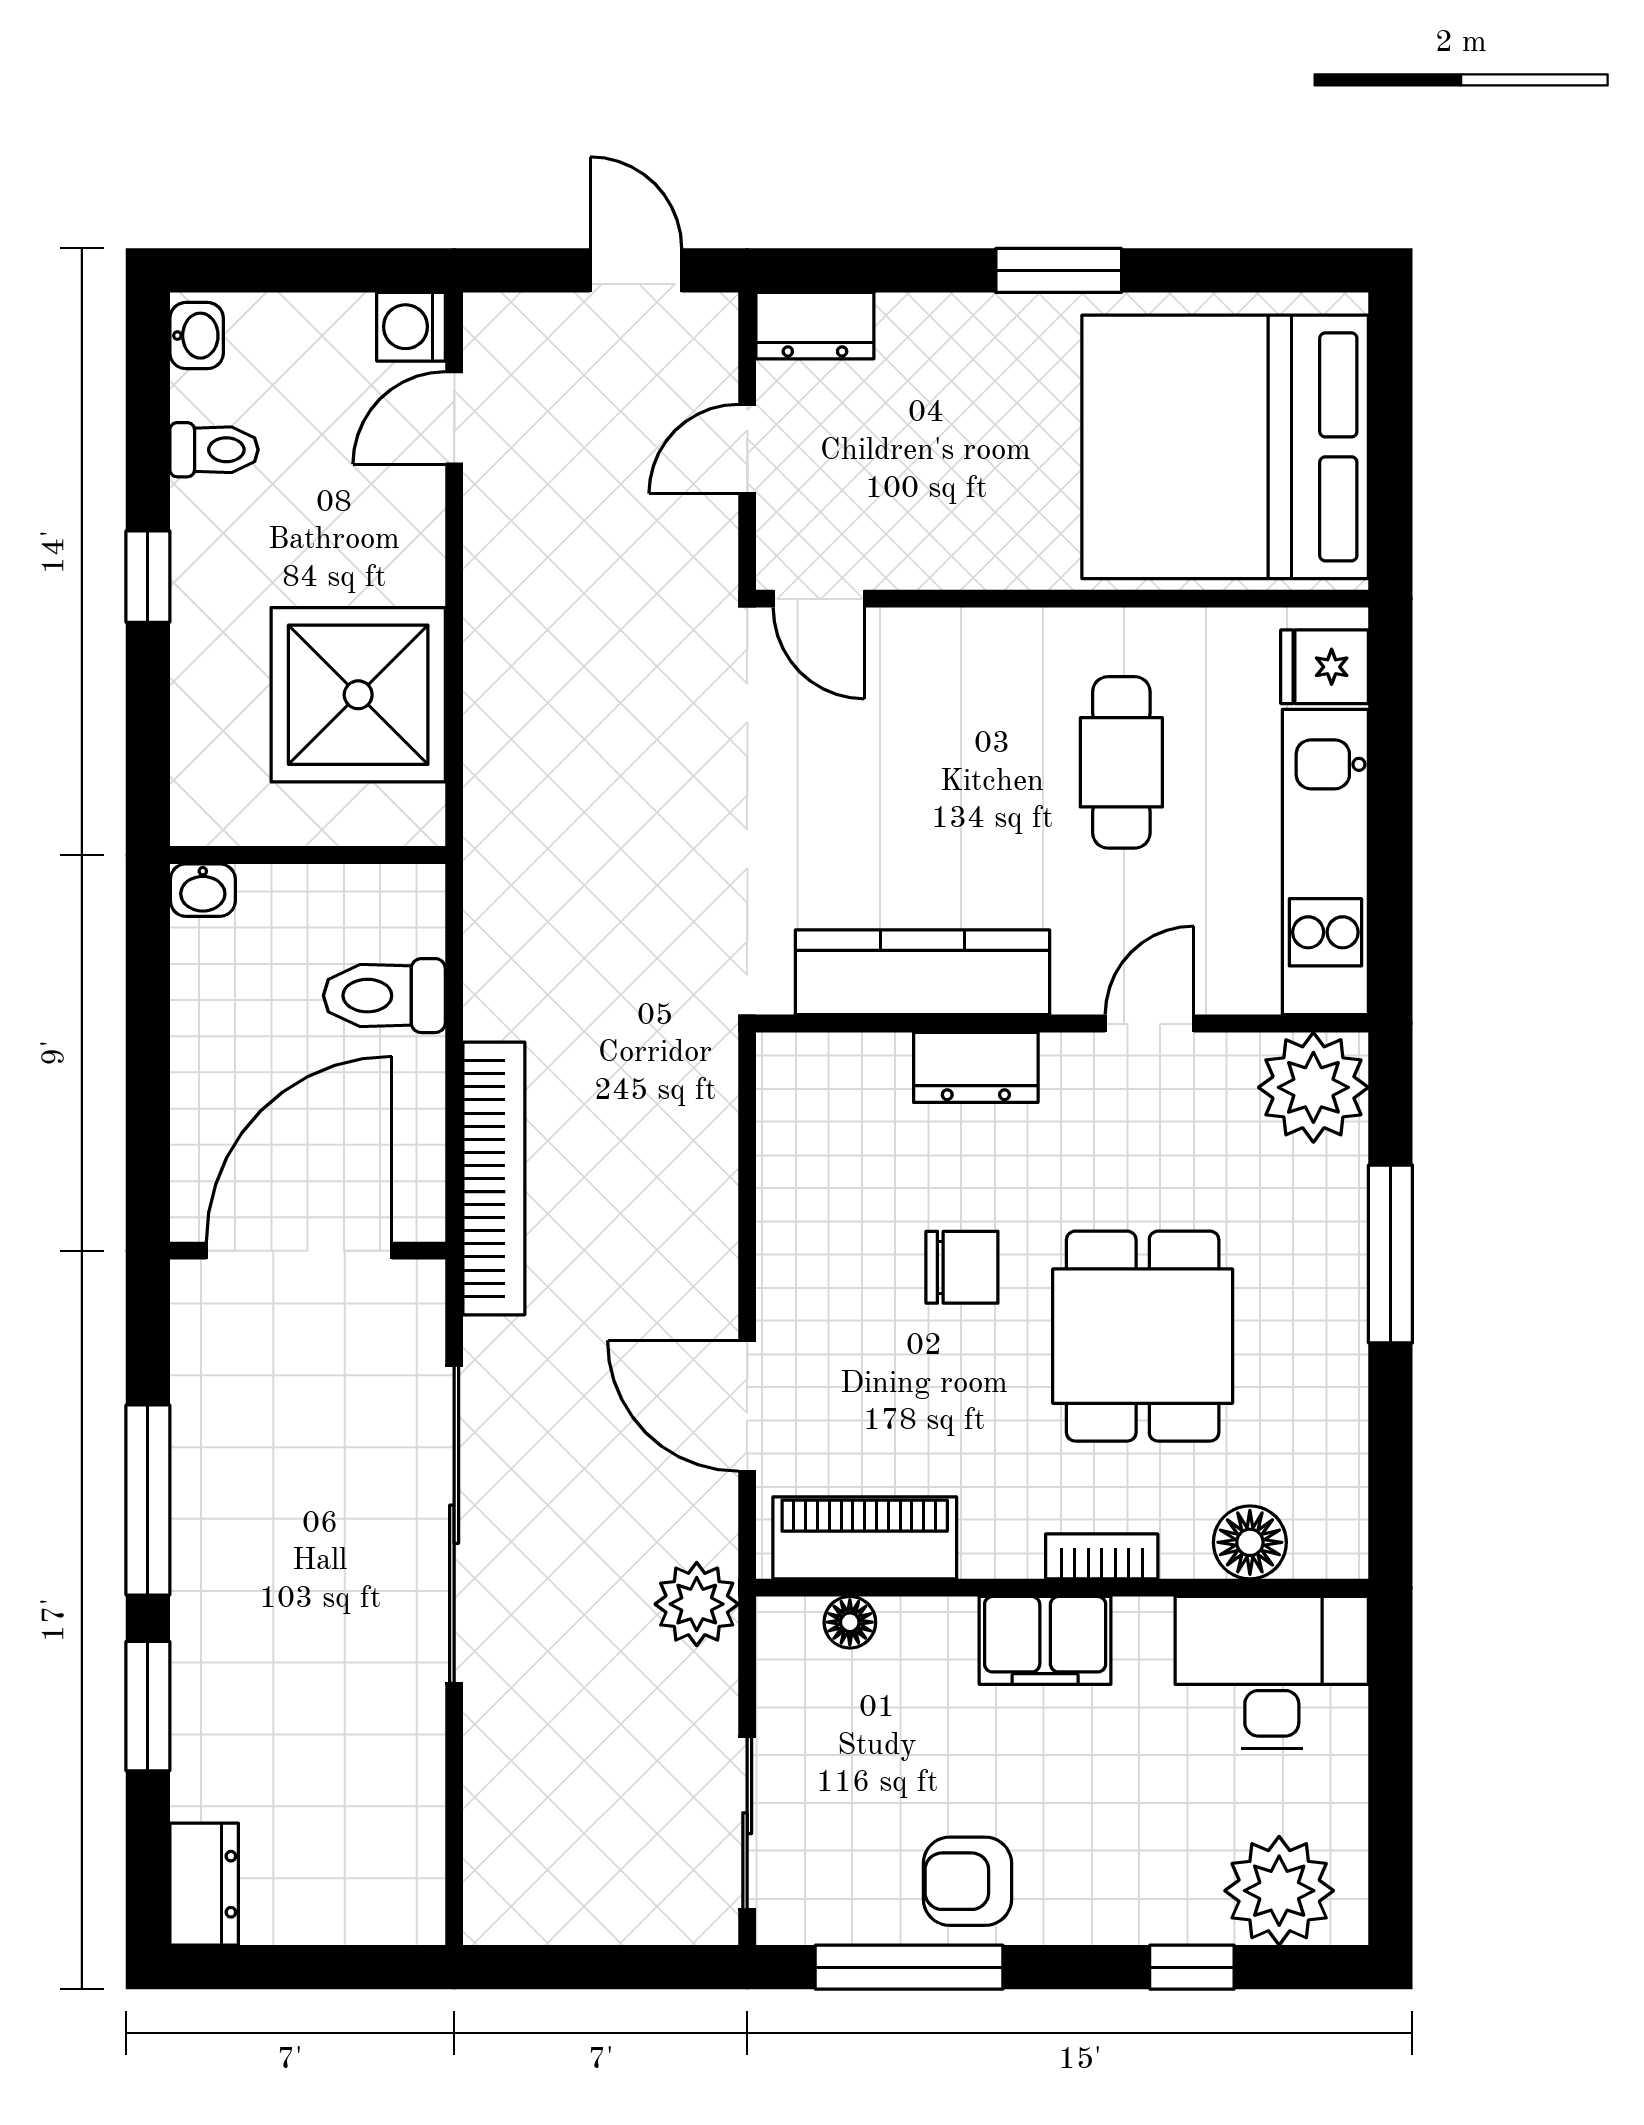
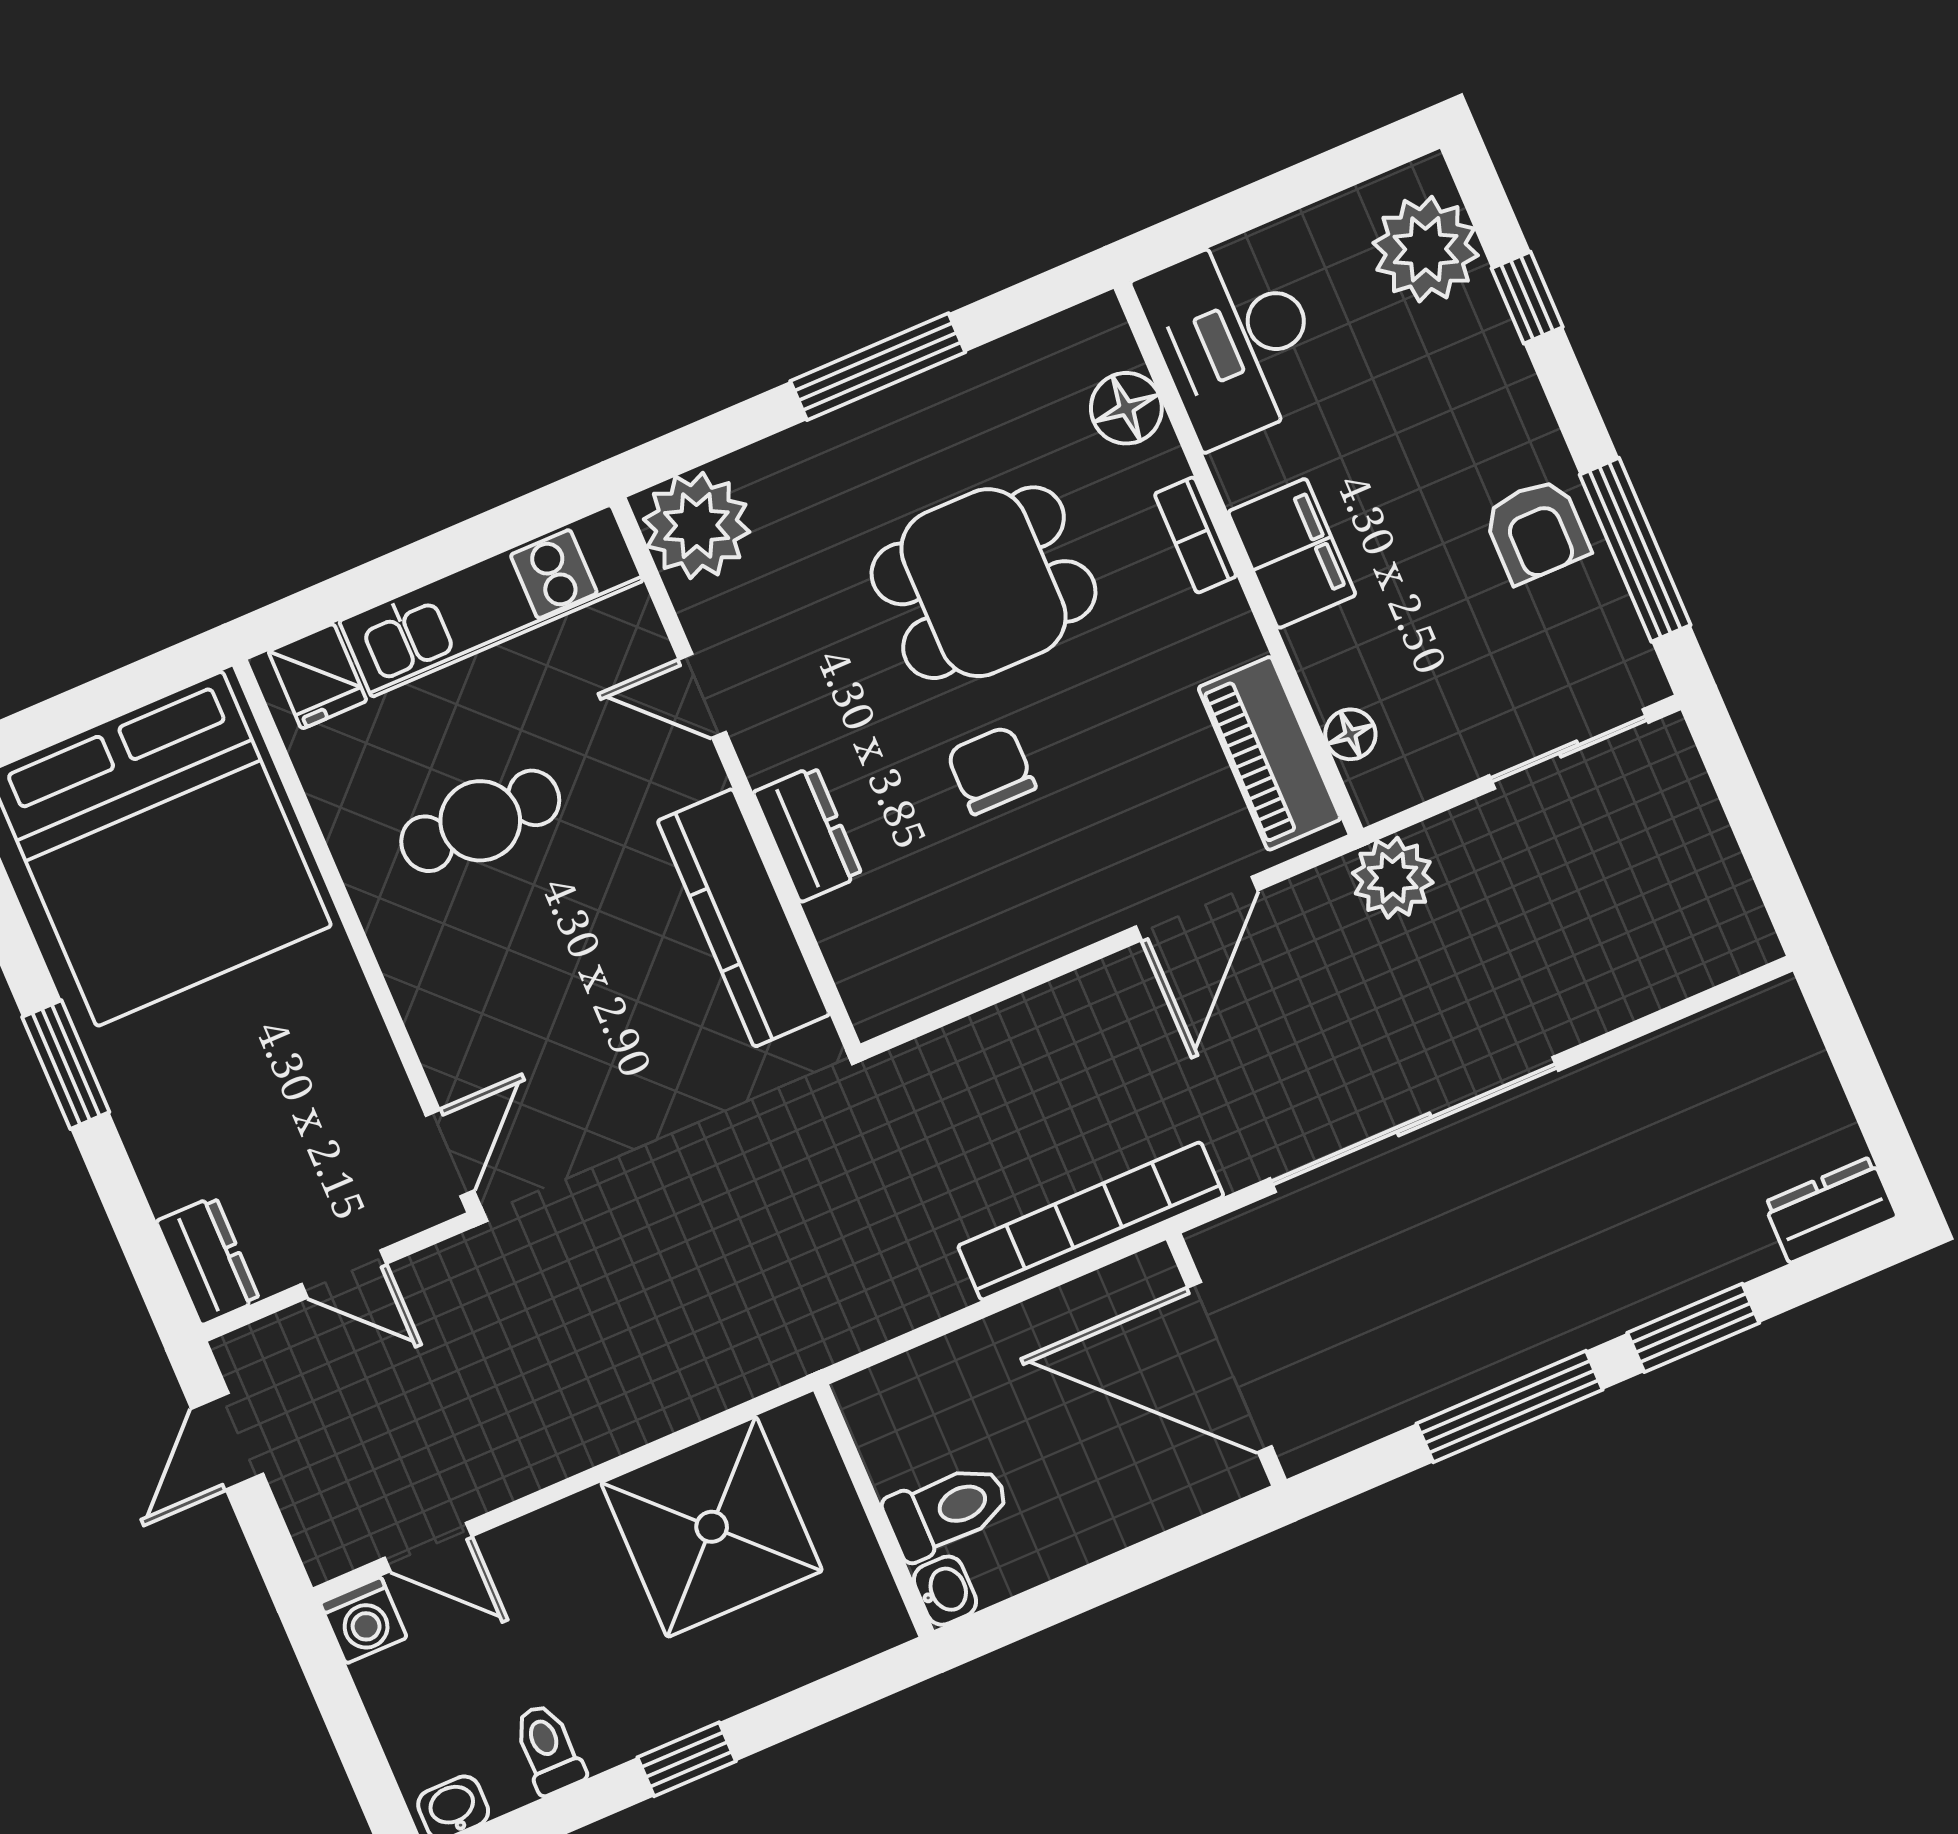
toilet: (384, 996) -> (947, 1510), moved, turned -90
window: (1390, 1254) -> (878, 367), moved

